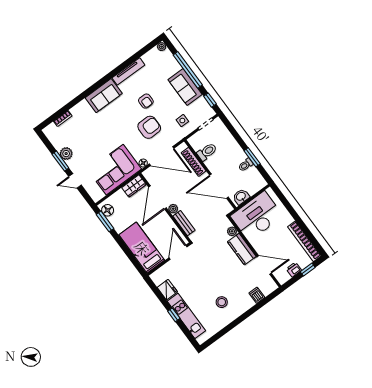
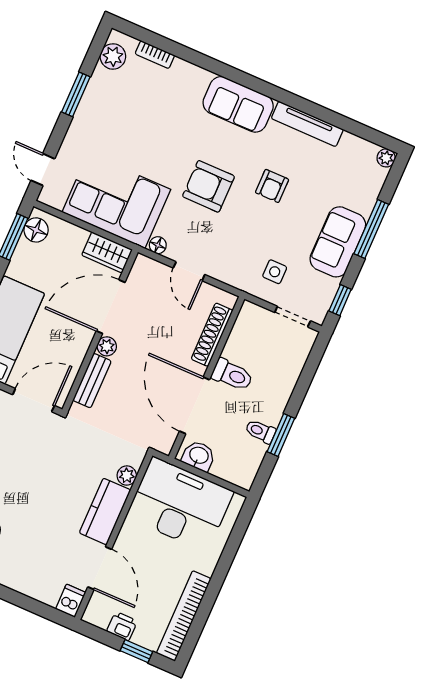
window: (188, 70) -> (371, 229), width x0.68
armchair: (149, 127) -> (209, 186), moved, turned 180
toilet: (207, 152) -> (232, 375), moved
plant: (66, 154) -> (113, 56), moved
door: (162, 156) -> (189, 271), width x0.53
door: (75, 181) -> (43, 170), moved
dishwasher: (257, 295) -> (71, 601), moved

